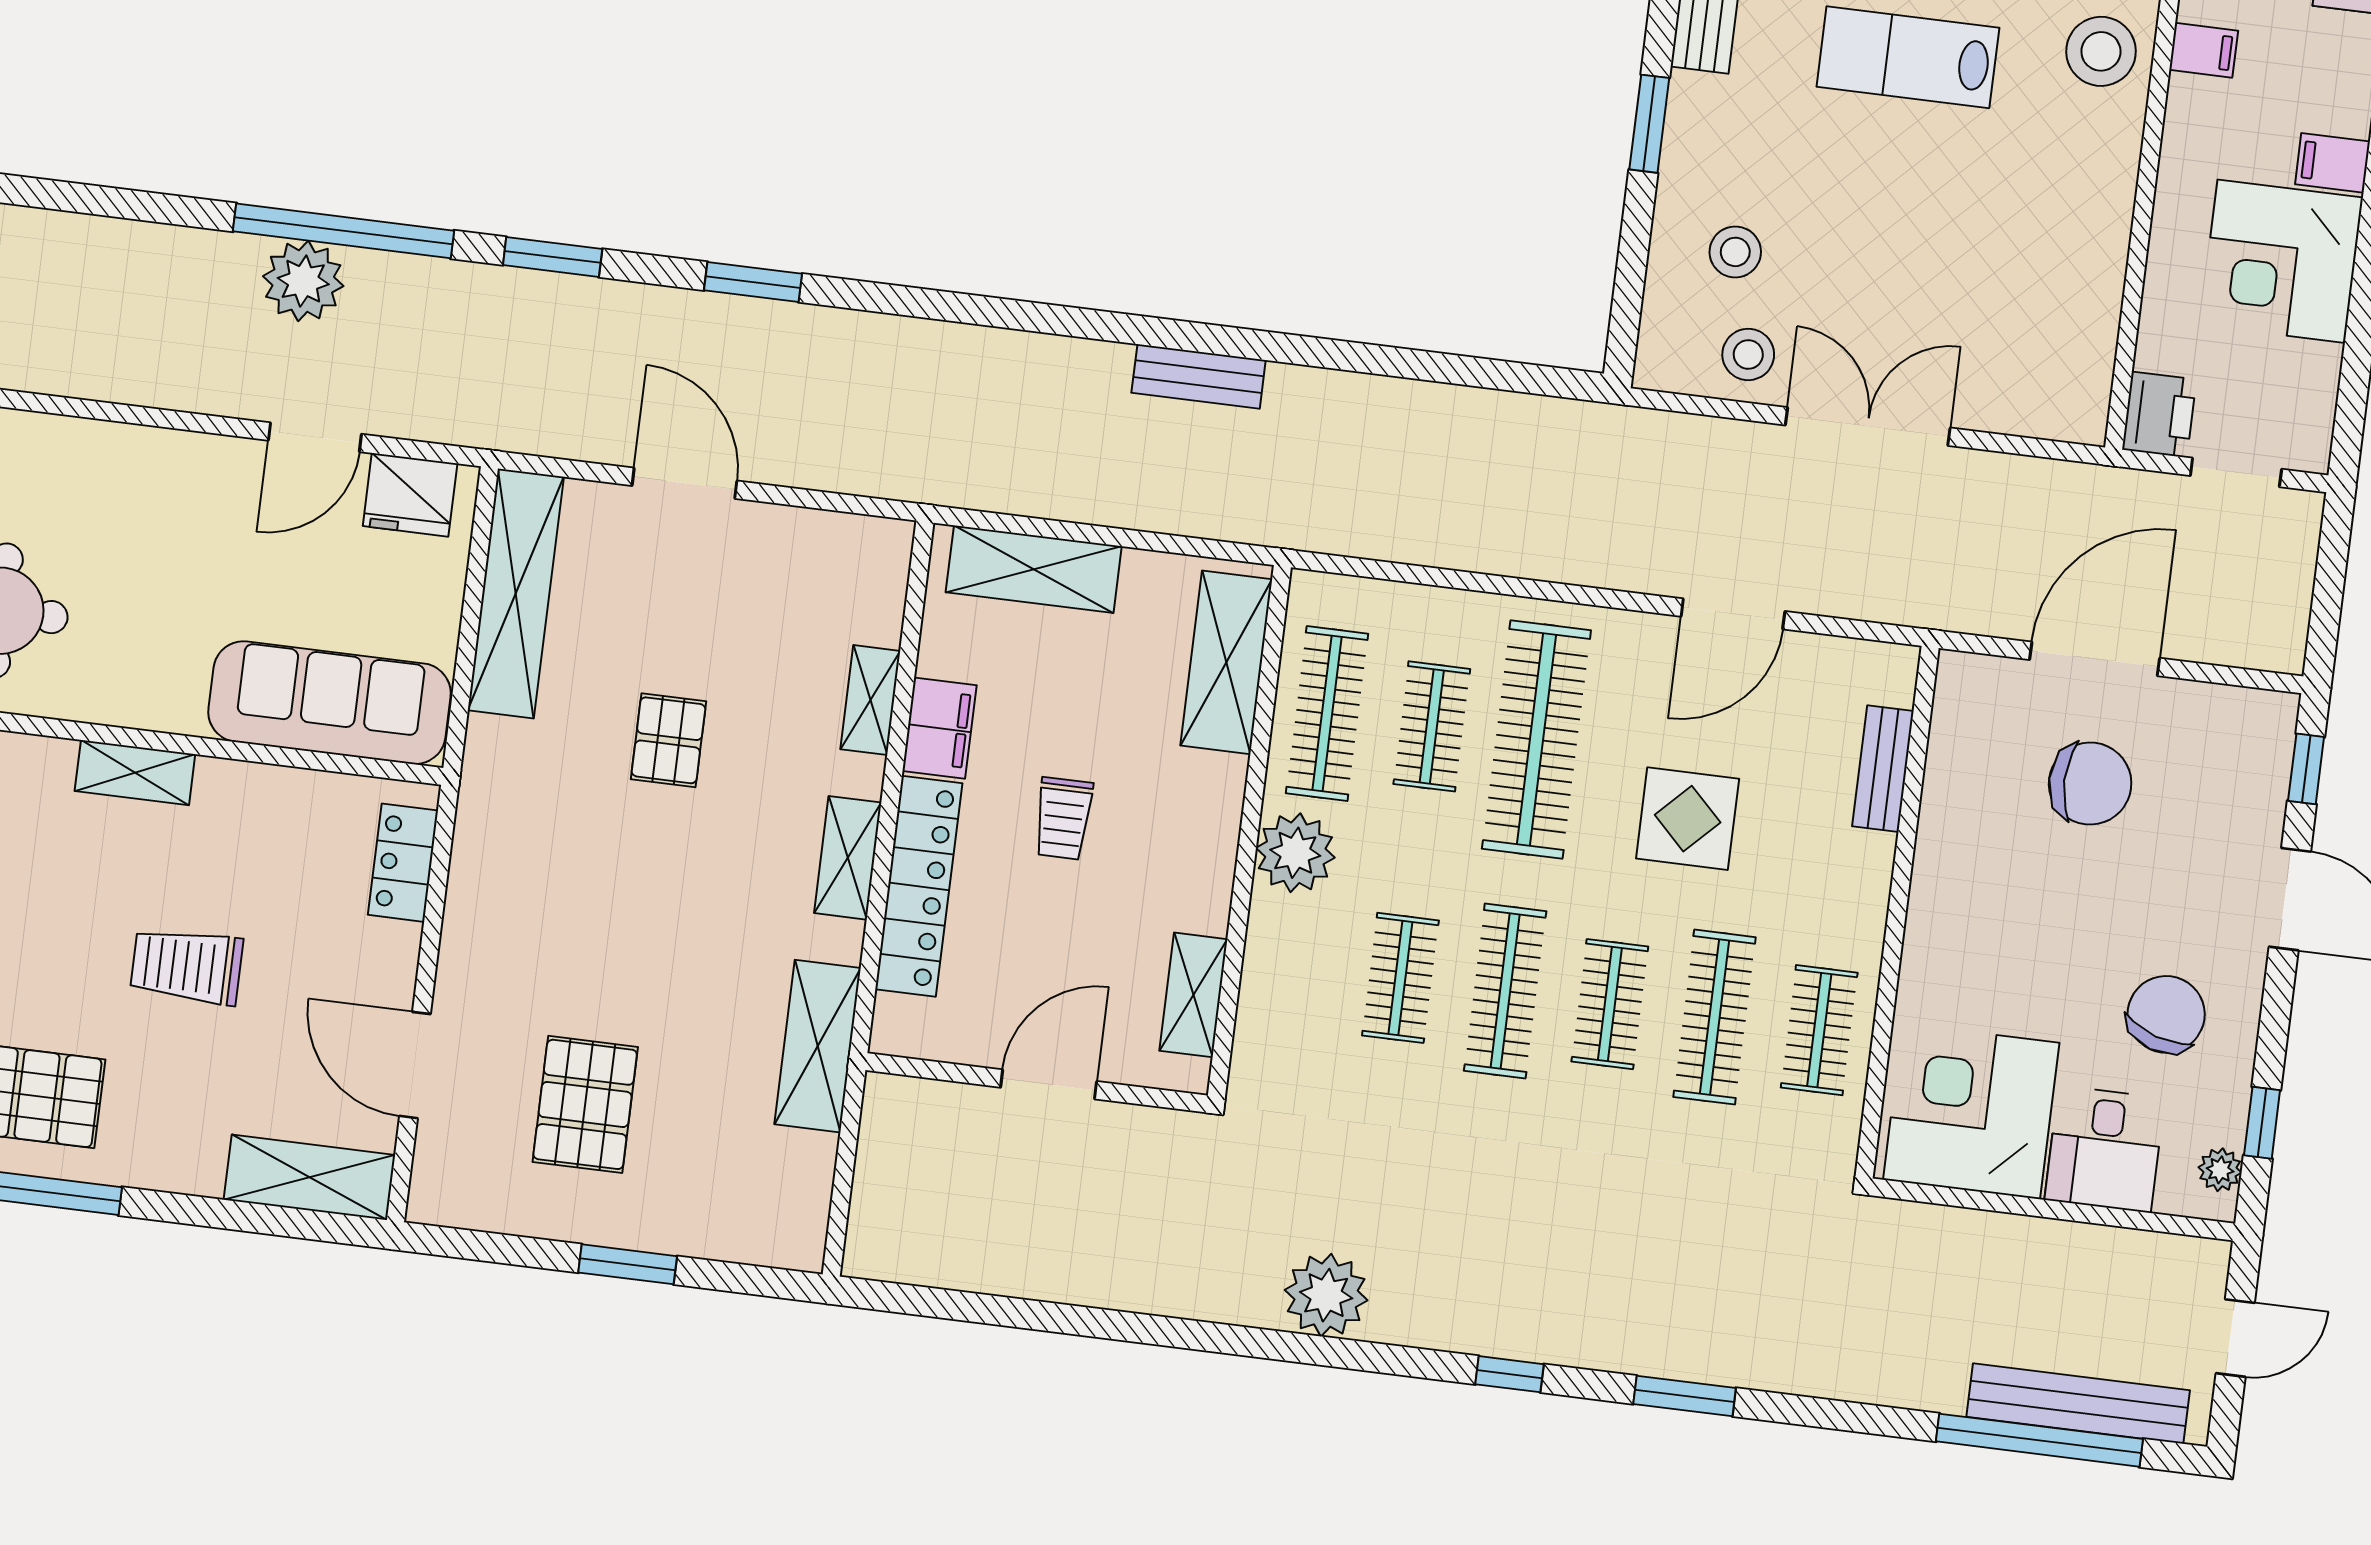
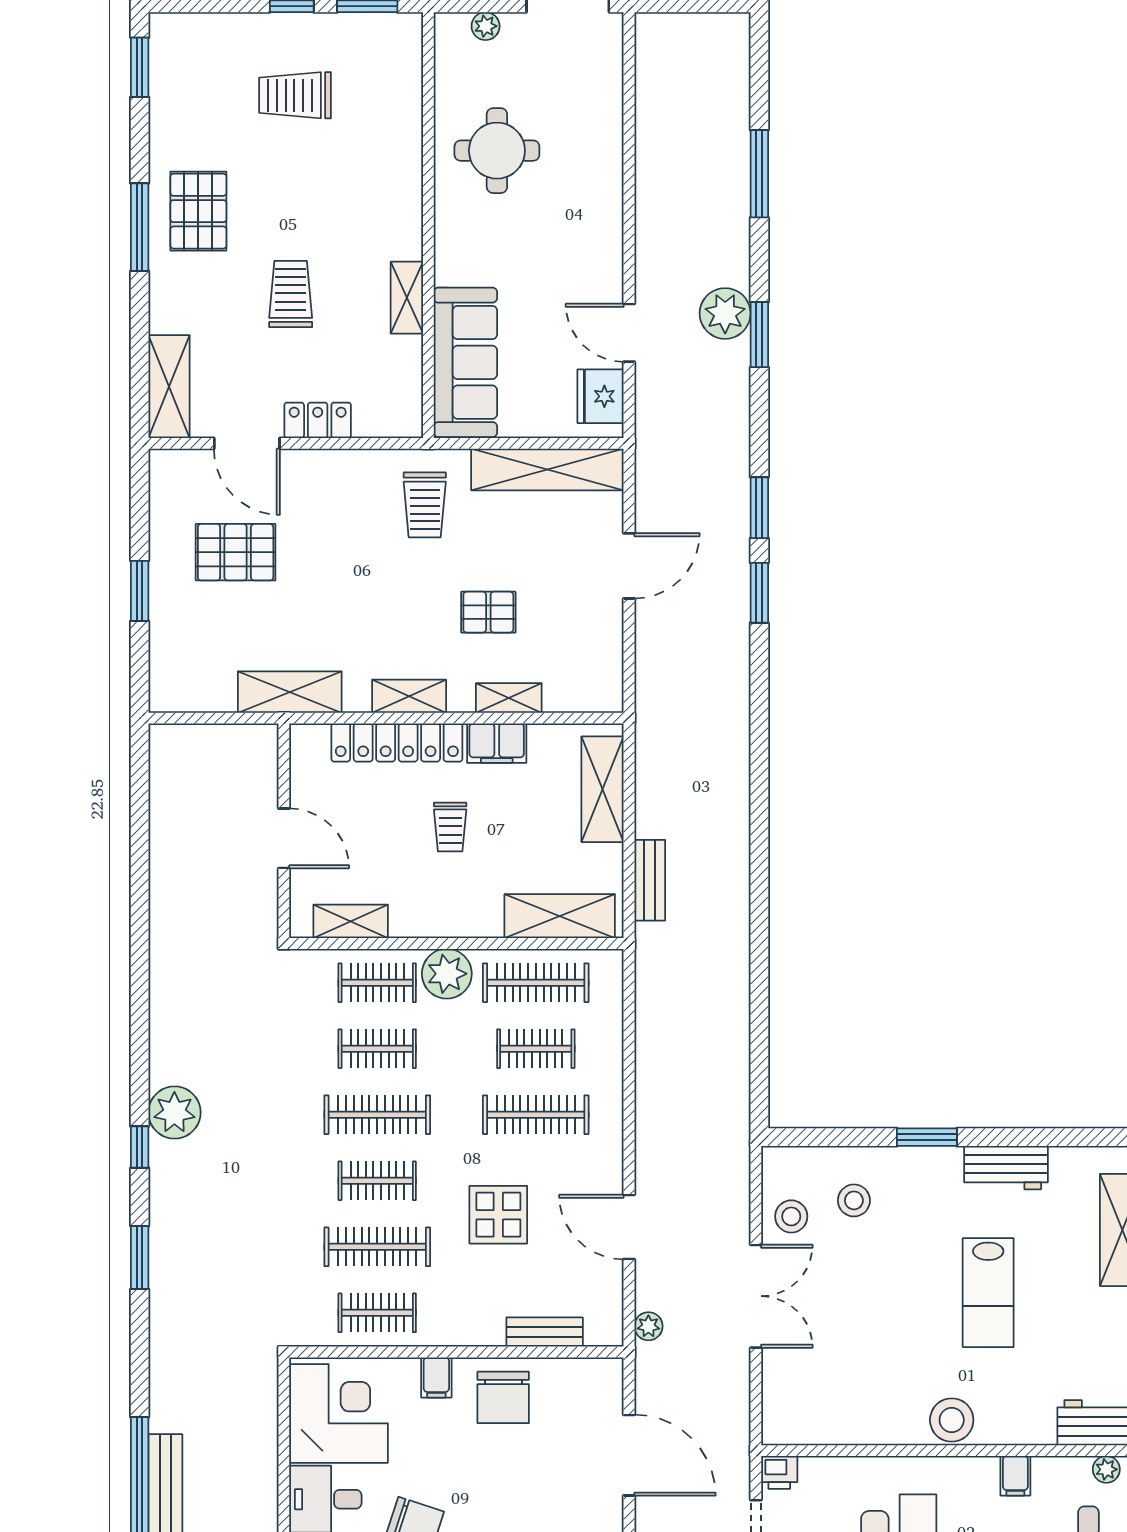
stool: (2101, 51) -> (952, 1420), moved
lab bench: (1908, 57) -> (988, 1293), turned 180
window: (88, 199) -> (759, 174), added
window: (343, 231) -> (759, 335), width x0.47
window: (553, 257) -> (759, 508), moved
bench: (1199, 376) -> (650, 880), moved
printer: (2159, 414) -> (779, 1472), width x0.73, depth x0.81
plant: (1894, 603) -> (648, 1326), added
pallet: (668, 740) -> (488, 612), moved
clothes rail: (1536, 740) -> (536, 1115), width x0.73, depth x0.76
shelving: (135, 773) -> (407, 298), moved
chair: (2090, 784) -> (503, 1397), moved
trolley: (548, 795) -> (425, 505), added
trolley: (1063, 818) -> (450, 827), turned -90
locker: (403, 863) -> (318, 420), moved
filing cabinet: (1933, 949) -> (436, 1377), added
clothes rail: (1296, 965) -> (377, 983), added
door: (415, 1065) -> (247, 443), swing flipped
plant: (1326, 1295) -> (174, 1113), moved

